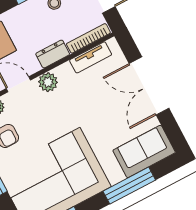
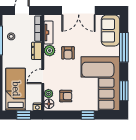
plant: (48, 82) -> (50, 51), moved
armchair: (75, 104) -> (68, 53), added

